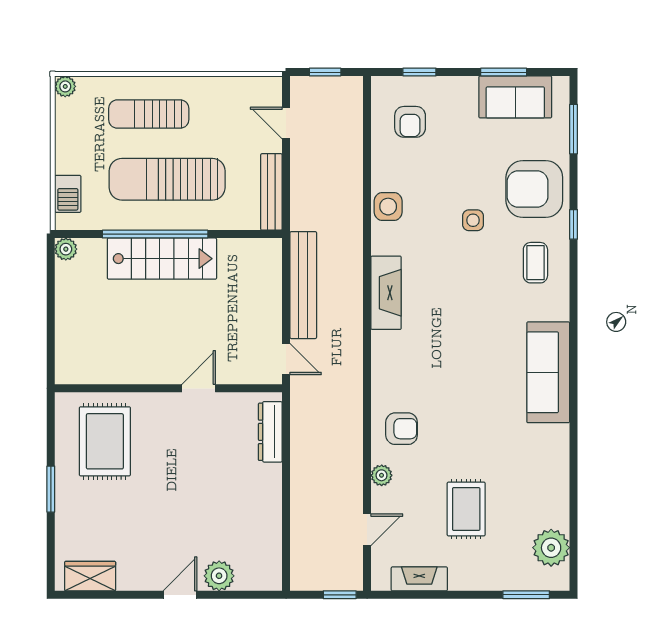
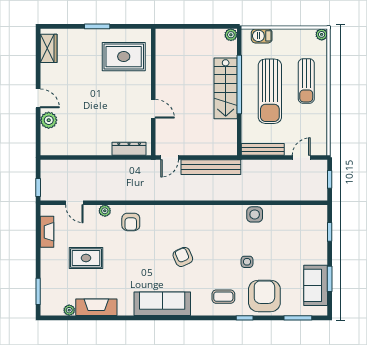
sun lounger: (149, 114) -> (306, 81), turned 180
armchair: (410, 122) -> (183, 257), moved, turned 66
sun lounger: (167, 179) -> (270, 91), turned 180
fireplace: (386, 293) -> (96, 307), moved, turned 180
plant: (551, 548) -> (69, 310), width x0.53, depth x0.53

